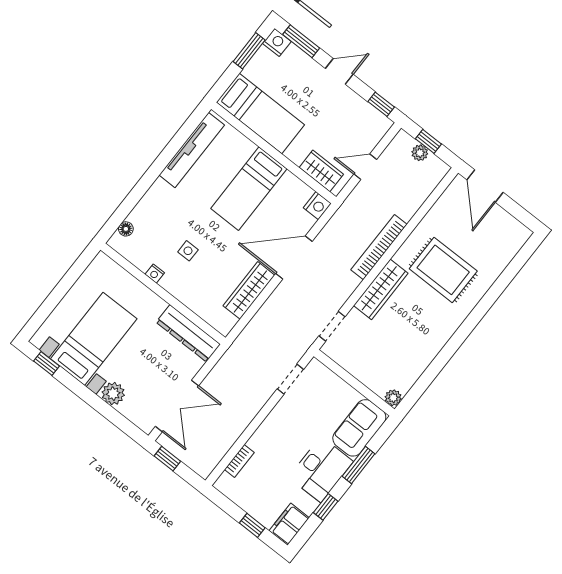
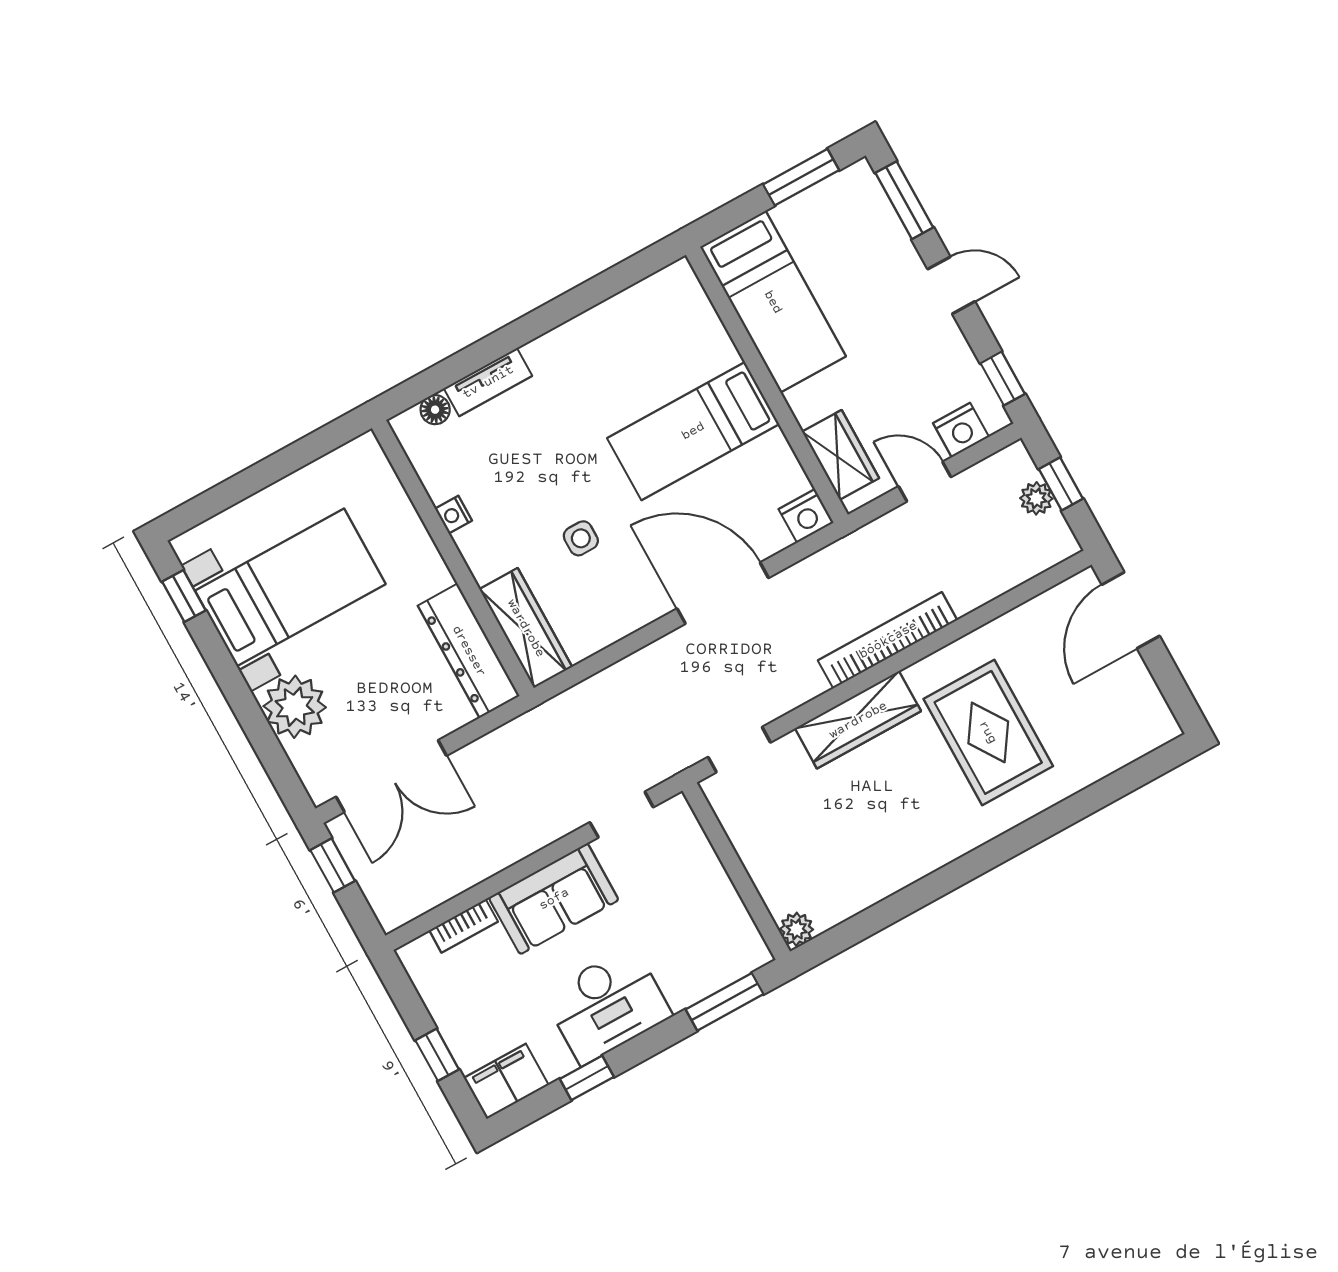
nightstand: (277, 42) -> (961, 430), moved, turned 90
tv unit: (192, 150) -> (488, 382), moved, width x0.52, depth x0.78
side table: (188, 251) -> (581, 538), moved
wardrobe: (249, 290) -> (526, 628), moved, turned 90
plant: (113, 394) -> (295, 707), width x1.36, depth x1.36
sofa: (359, 428) -> (554, 899), moved, turned 180
window: (359, 465) -> (725, 1002), moved

